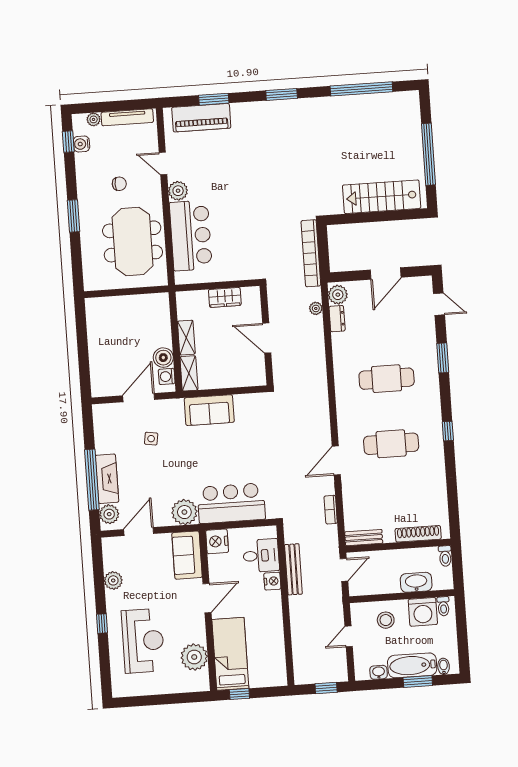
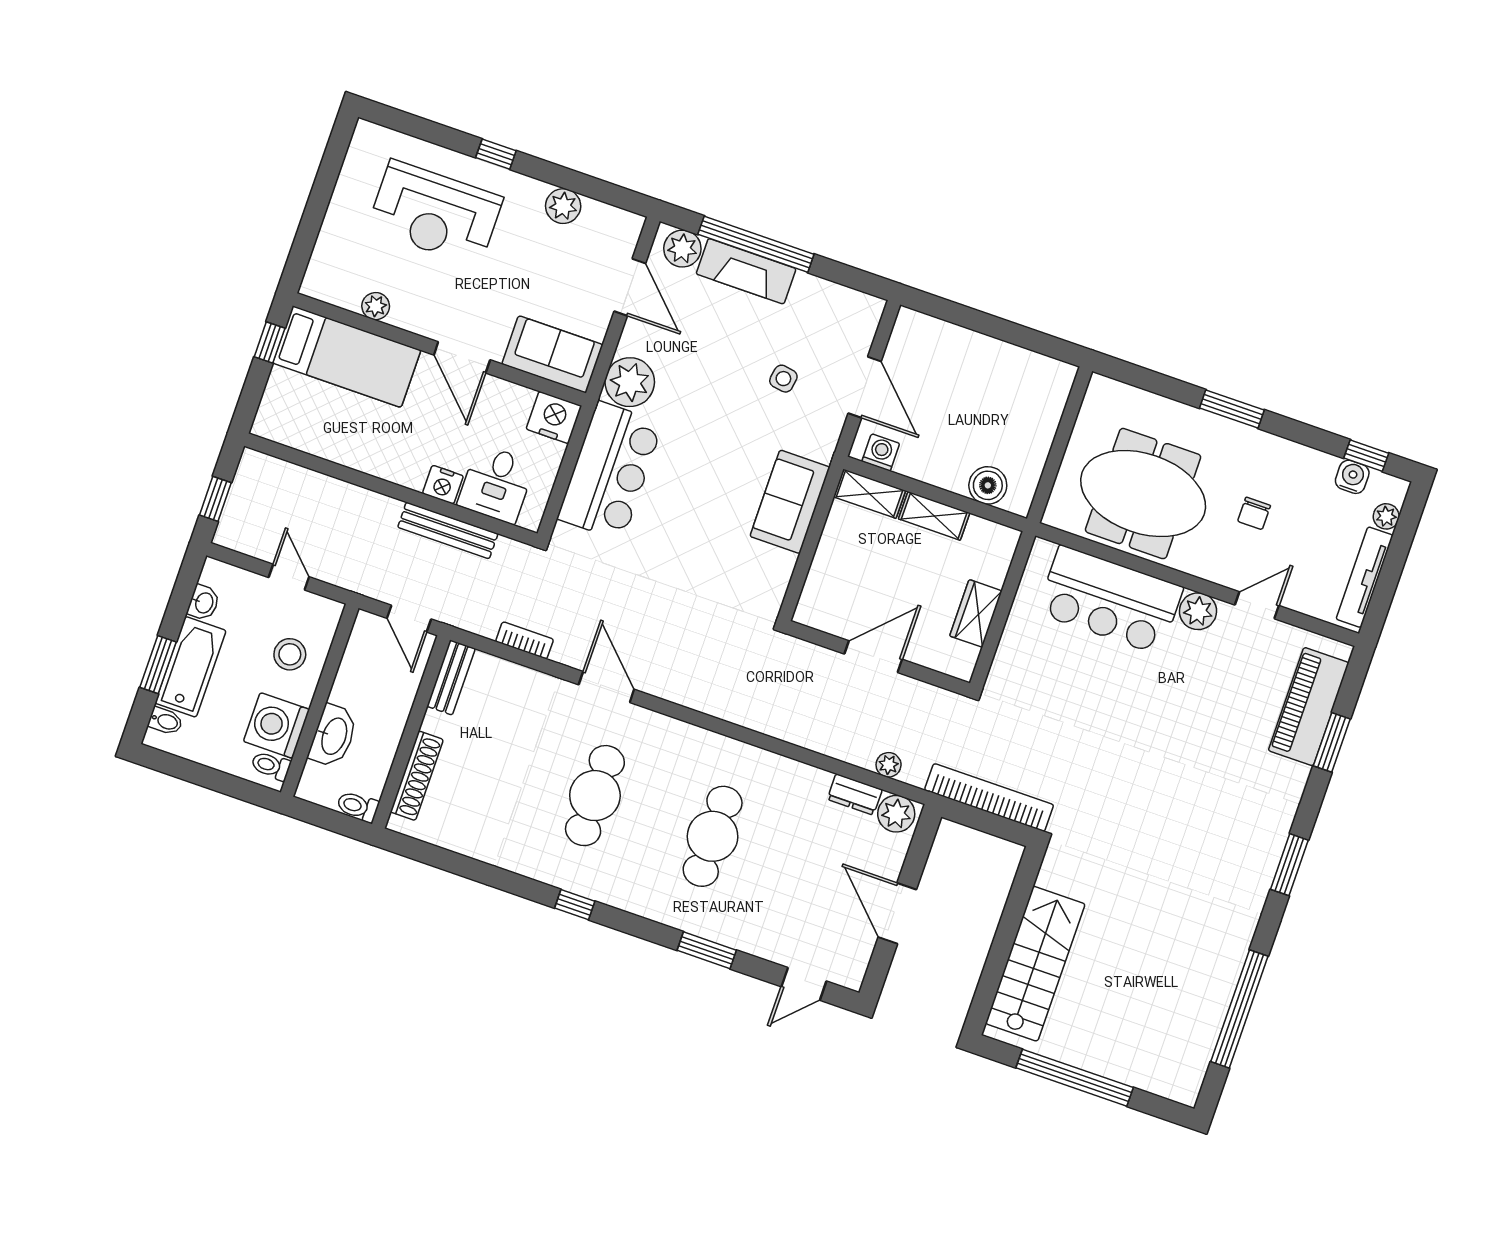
boiler: (163, 358) -> (988, 485), moved
plant: (194, 657) -> (376, 306), width x0.53, depth x0.53

